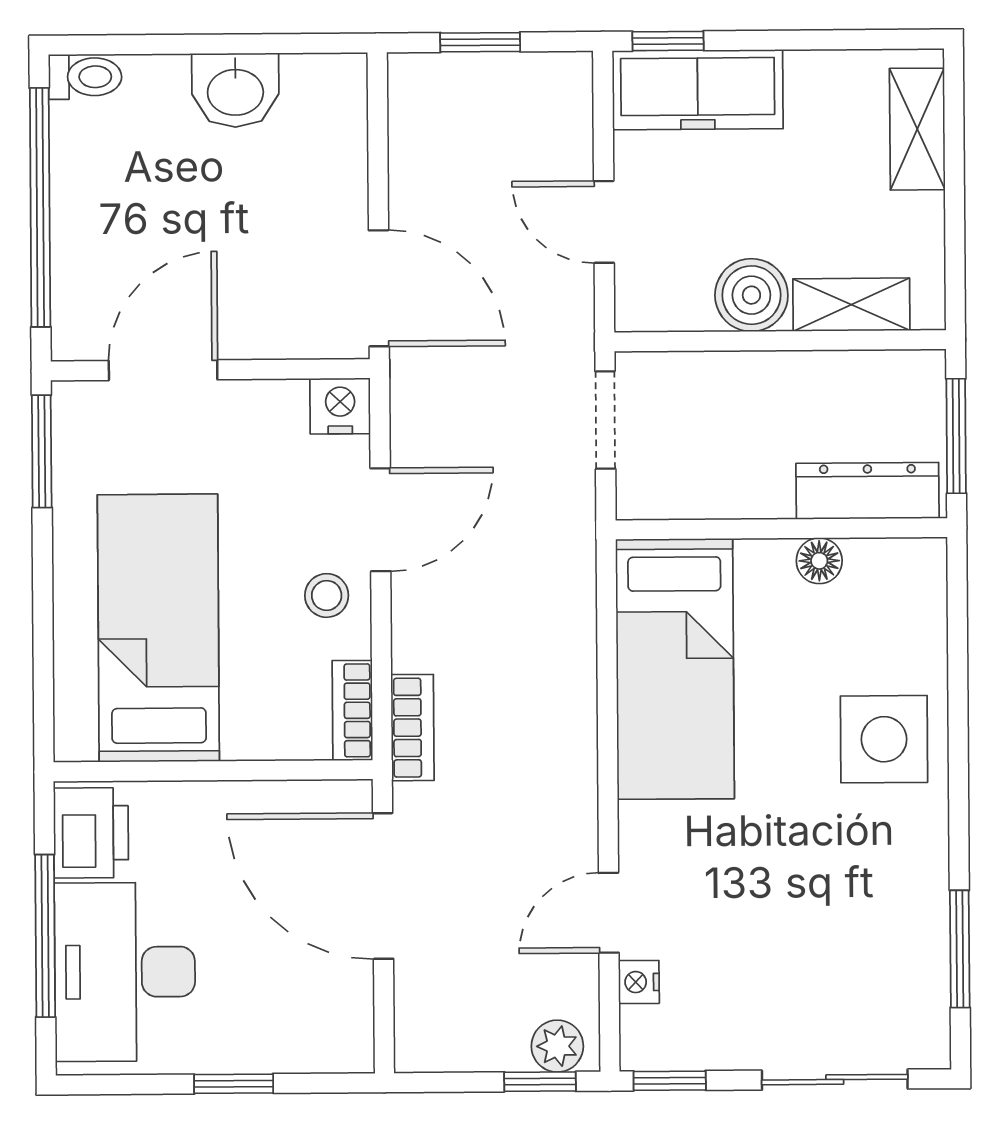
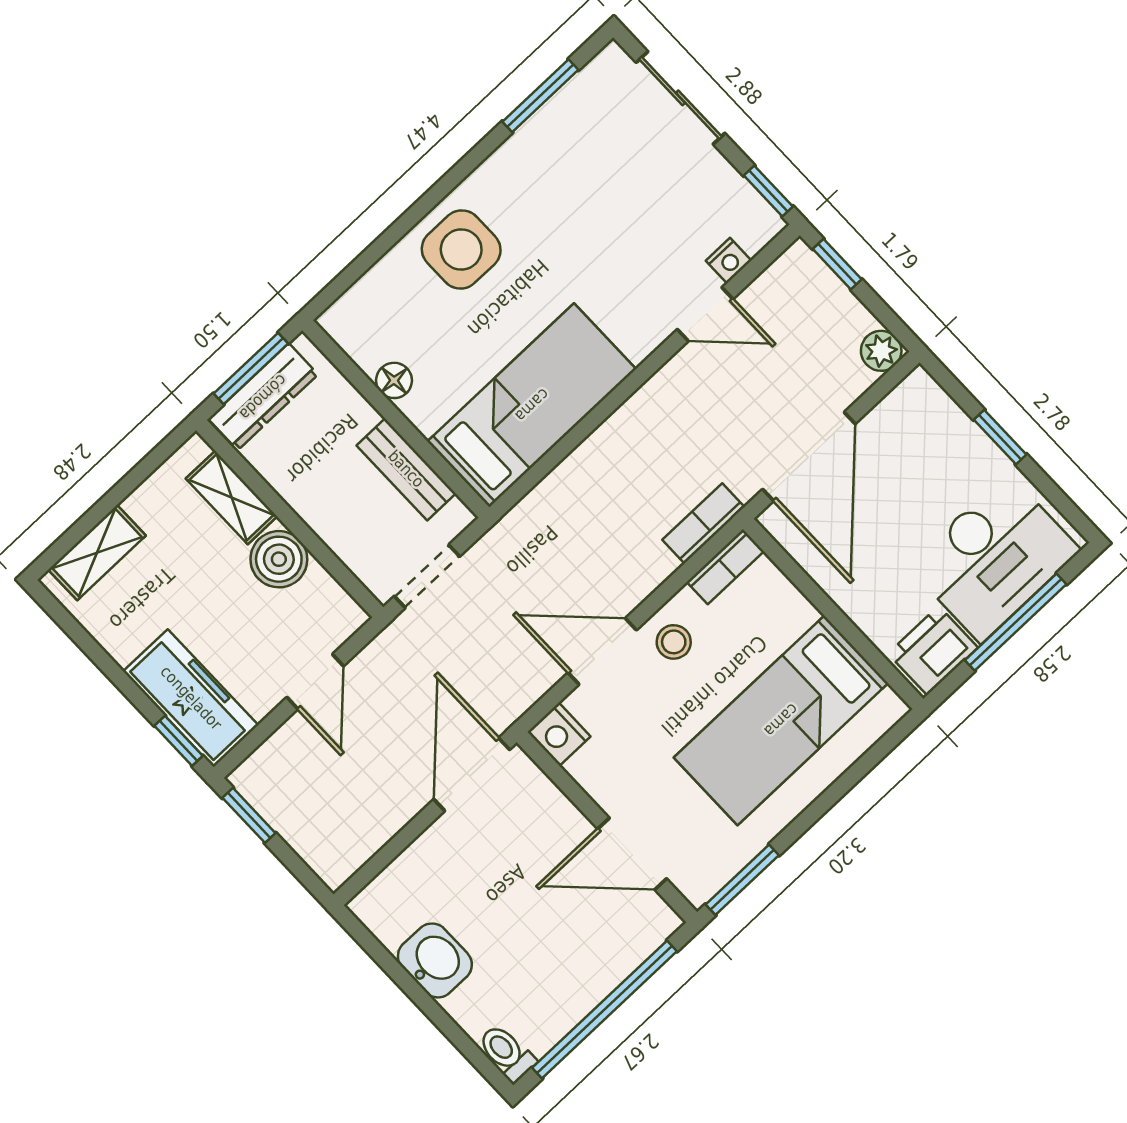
window: (480, 42) -> (249, 815), moved
dresser: (868, 491) -> (263, 397), moved, turned -90
bench: (725, 494) -> (406, 469), added
plant: (557, 1046) -> (881, 351), moved

